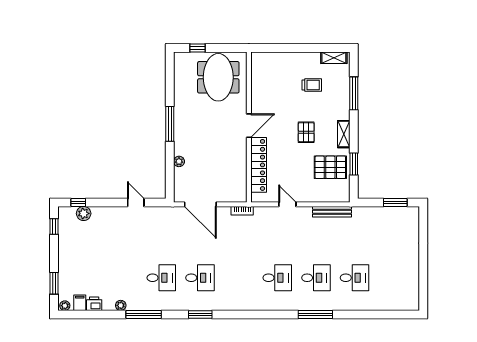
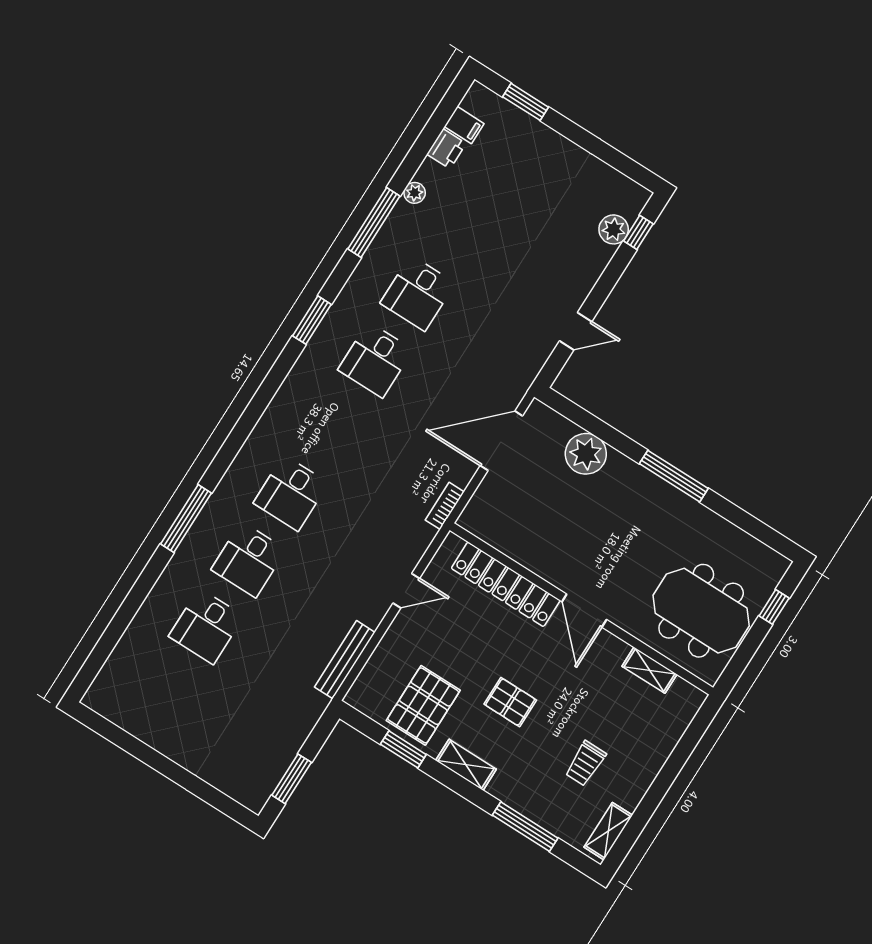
shelving: (256, 83) -> (650, 670), added
plant: (179, 161) -> (586, 454), width x1.88, depth x1.88
window: (54, 227) -> (623, 164), removed
plant: (65, 306) -> (475, 96), removed

